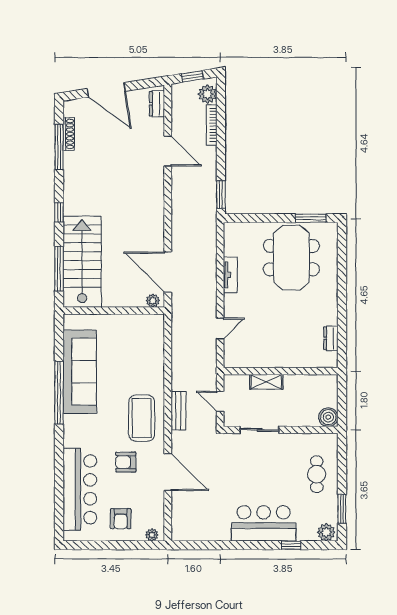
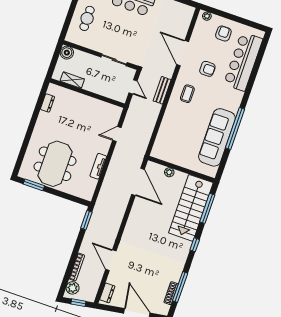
plant: (153, 301) -> (169, 172), moved
shelving: (266, 382) -> (72, 80), moved
coffee table: (142, 418) -> (187, 94), width x0.54, depth x0.58

